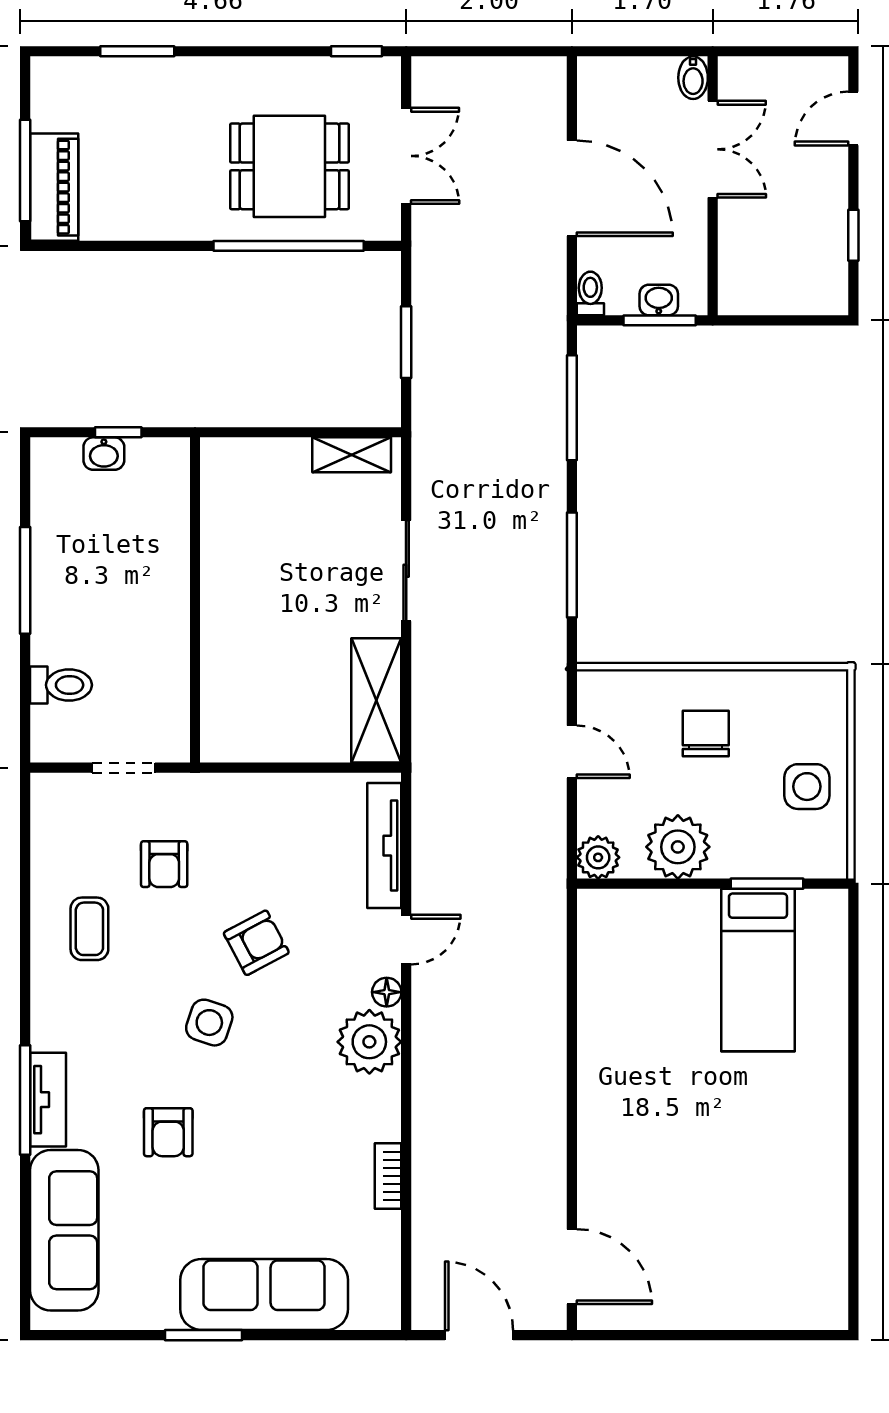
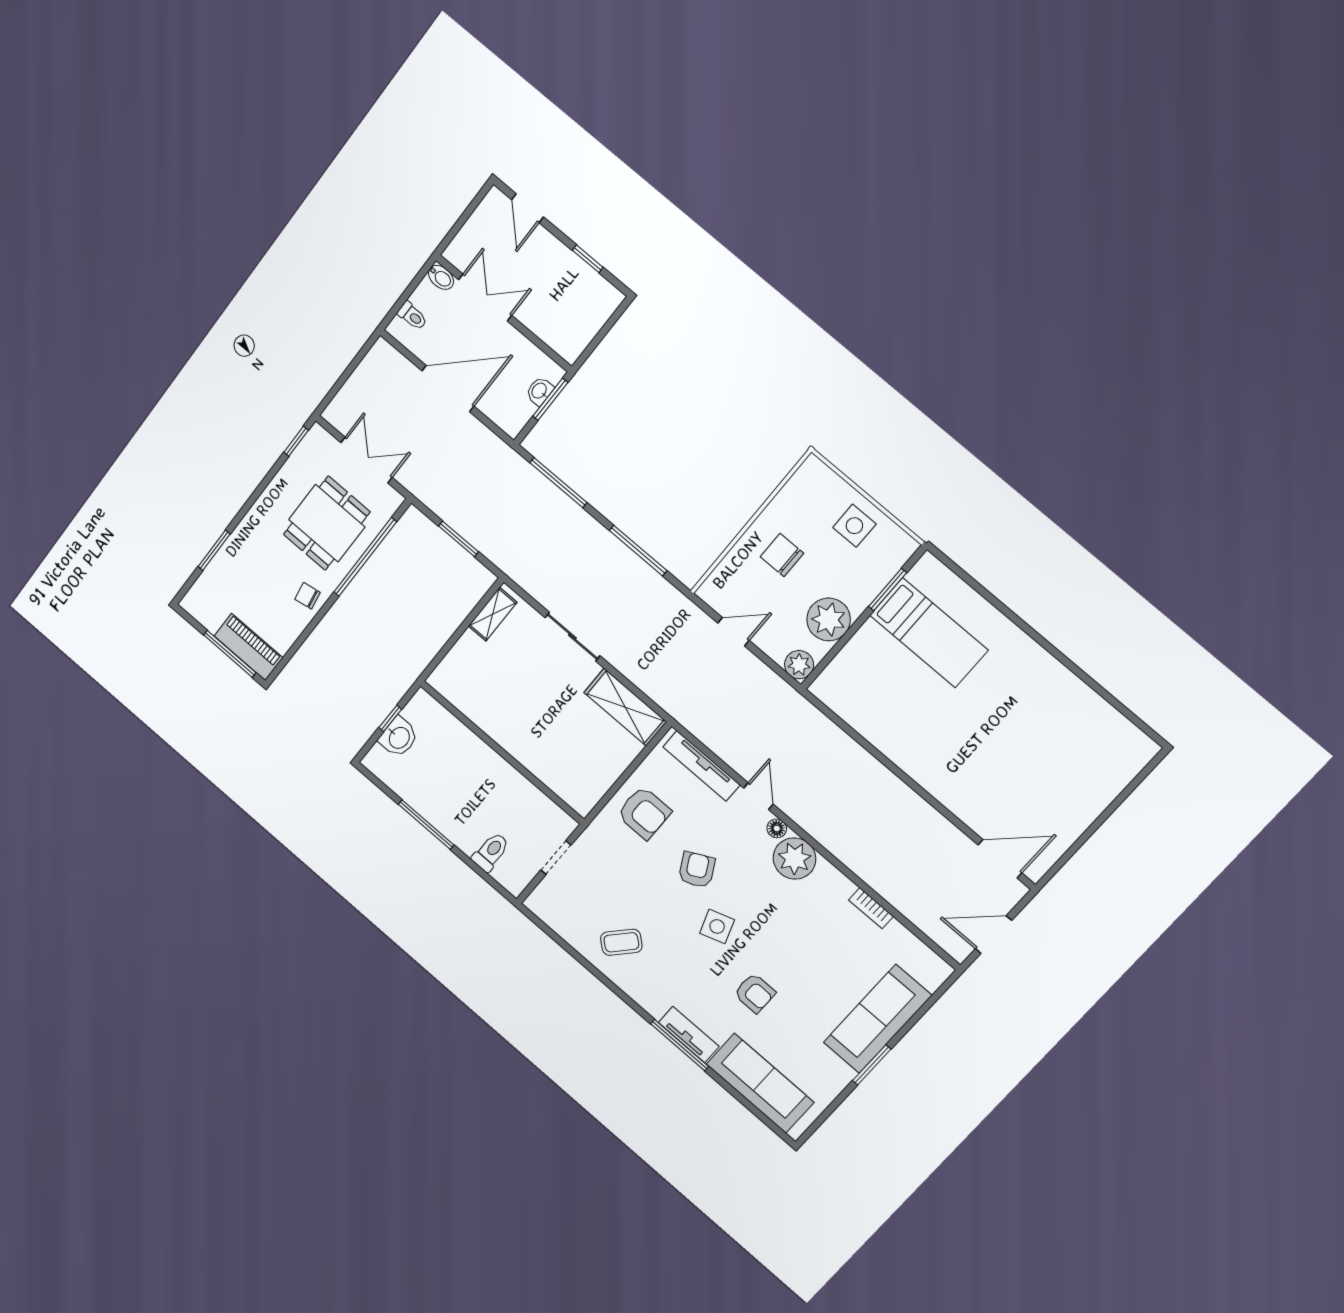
chair: (181, 212) -> (307, 596), added
toilet: (590, 293) -> (412, 316), moved, turned 180
washbasin: (104, 454) -> (399, 737), width x1.38, depth x1.45
armchair: (164, 864) -> (644, 813), moved, width x1.38, depth x1.38
coffee table: (89, 929) -> (621, 942), turned -49
side table: (209, 1023) -> (717, 926), turned -37

